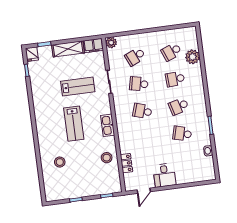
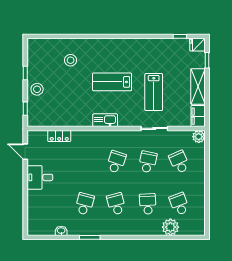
stool: (107, 158) -> (37, 89), moved

